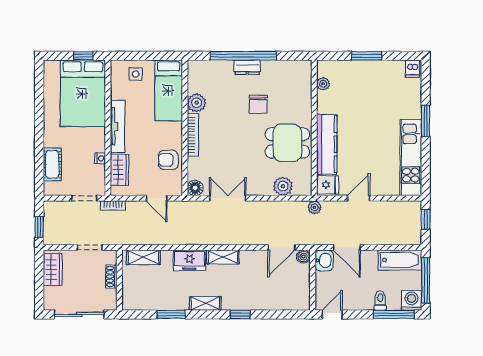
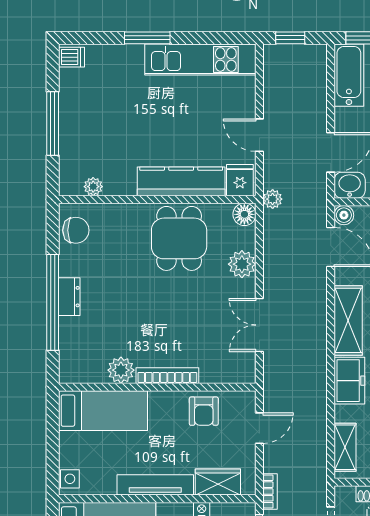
window: (367, 56) -> (53, 124), width x1.44
side table: (136, 74) -> (70, 479), moved
chair: (258, 104) -> (76, 230), moved
plant: (283, 186) -> (242, 264), moved
floor lamp: (195, 188) -> (244, 214), moved
shelving: (223, 257) -> (348, 320), width x1.50, depth x1.33

